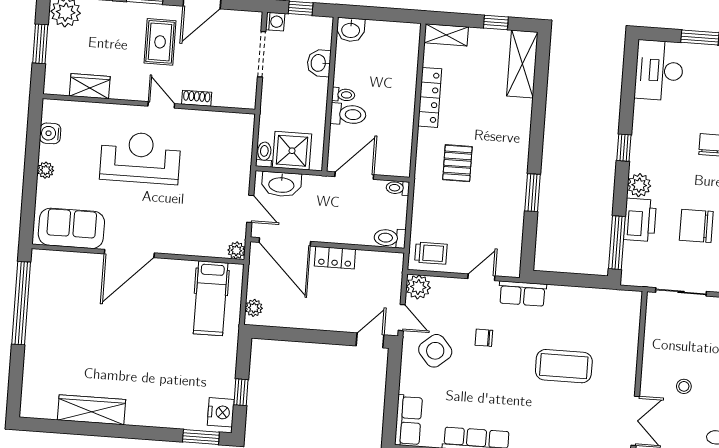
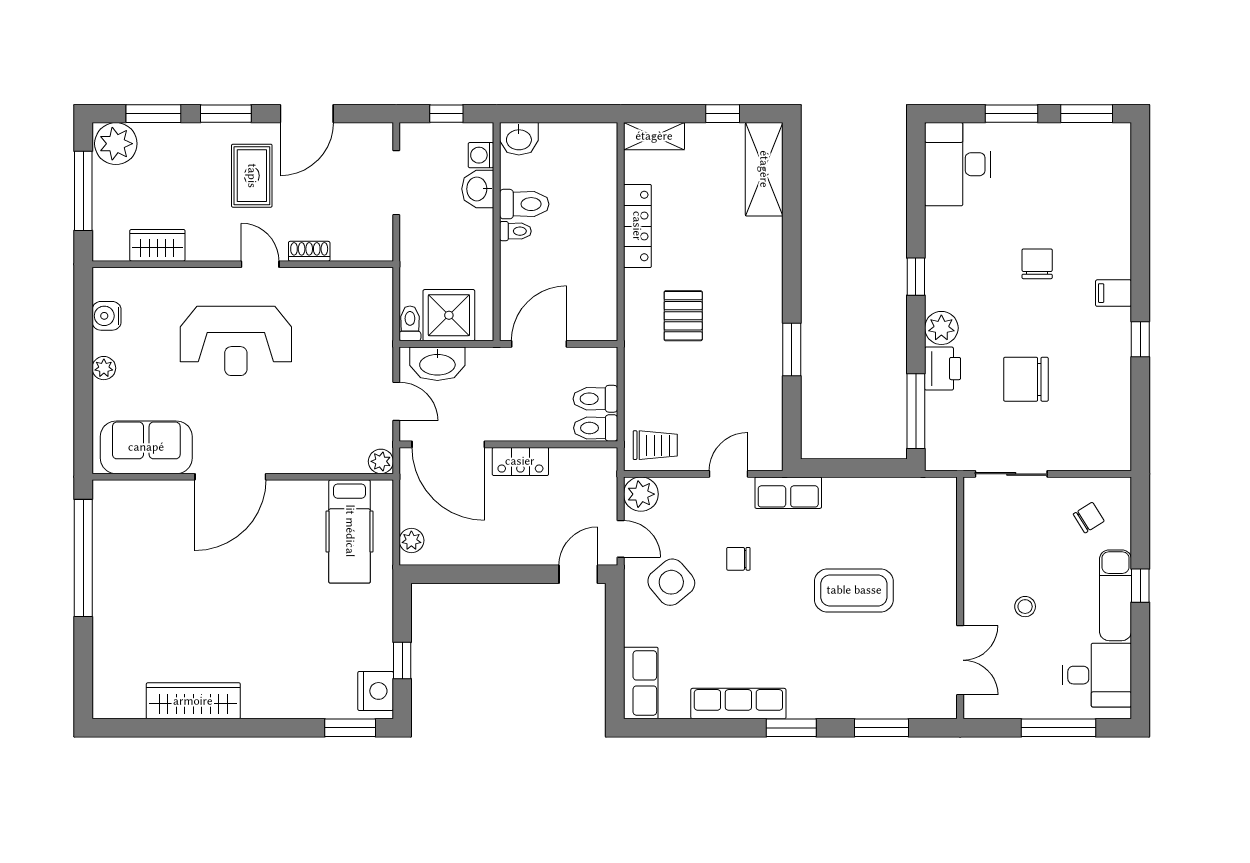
washing machine: (275, 22) -> (481, 155), moved, turned 180
window: (40, 44) -> (83, 191), width x1.44
toilet: (348, 114) -> (524, 204), moved
reception desk: (140, 158) -> (236, 341), turned 180
toilet: (398, 188) -> (595, 399), moved, width x1.37, depth x1.39
printer: (640, 220) -> (943, 369), width x0.73, depth x0.84

